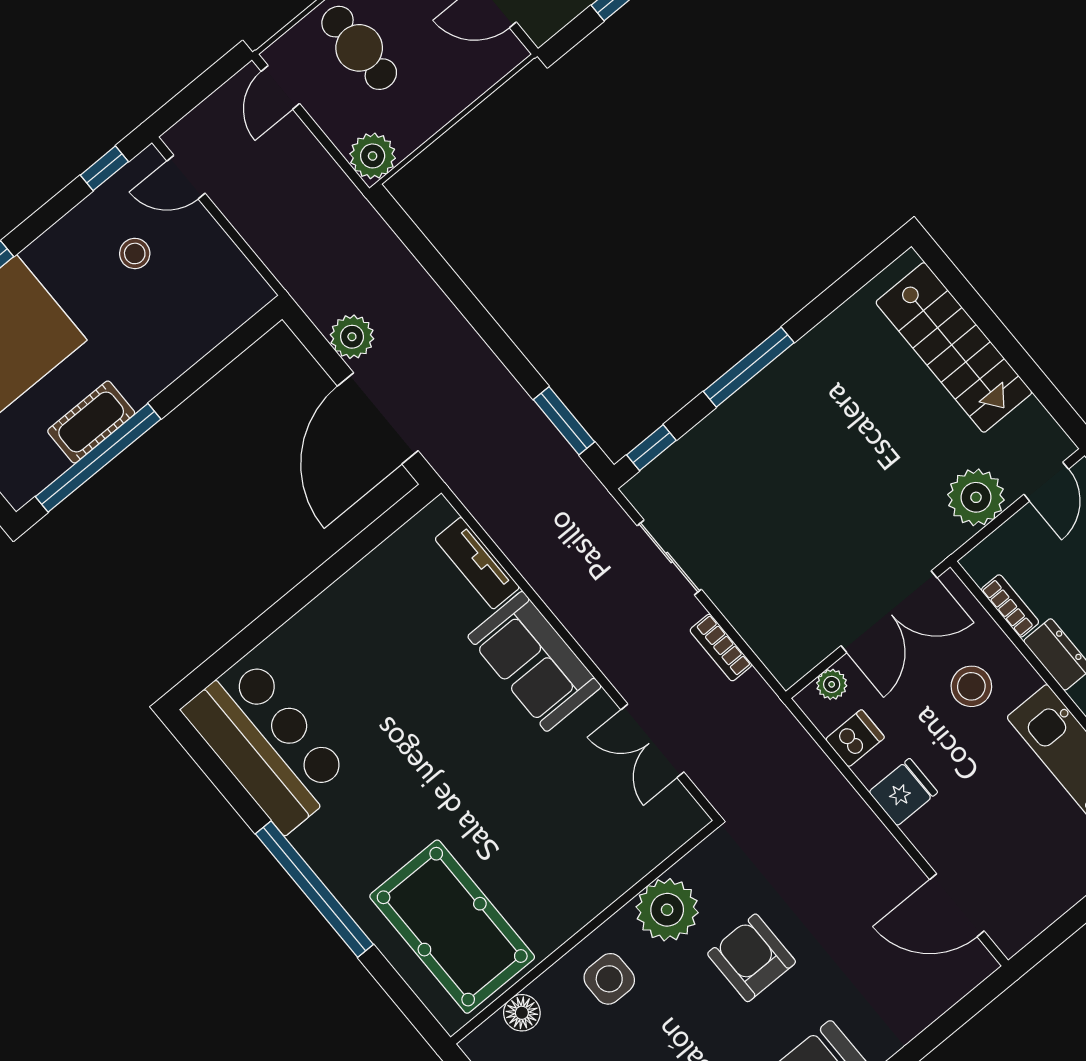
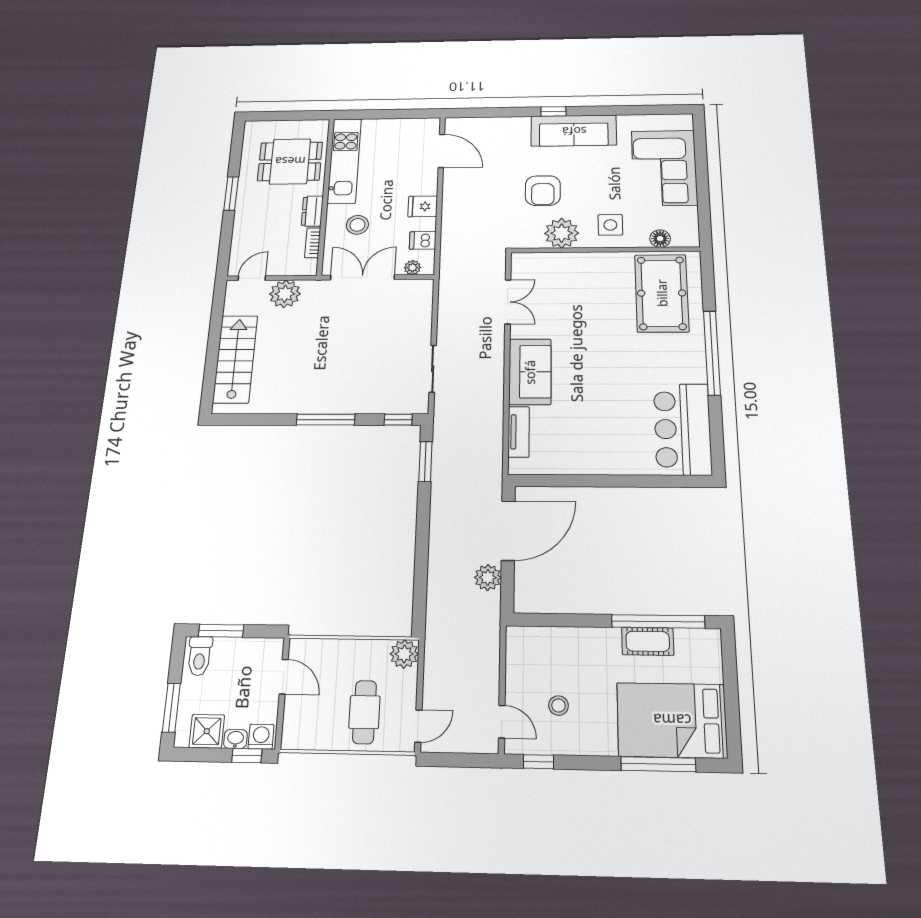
bookcase: (721, 648) -> (445, 316), removed

